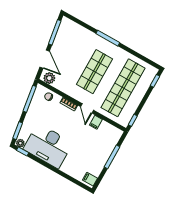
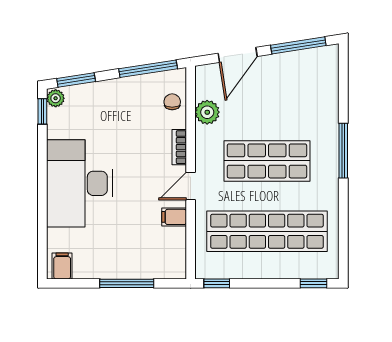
plant: (49, 78) -> (207, 112), moved
desk: (48, 146) -> (80, 183), moved

